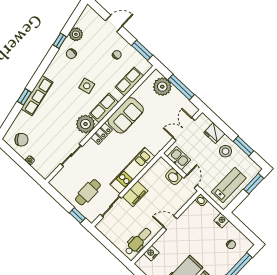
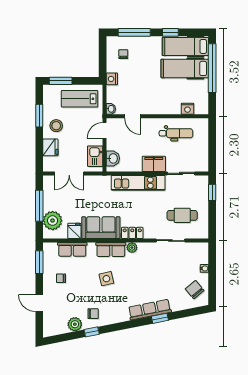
fridge: (141, 95) -> (74, 231), added
plant: (86, 124) -> (132, 248), width x0.53, depth x0.53
washbasin: (174, 177) -> (113, 158), moved
cafe table: (88, 192) -> (182, 215), moved
door: (170, 223) -> (133, 116), moved
dental chair: (138, 241) -> (176, 133), moved, turned 180

